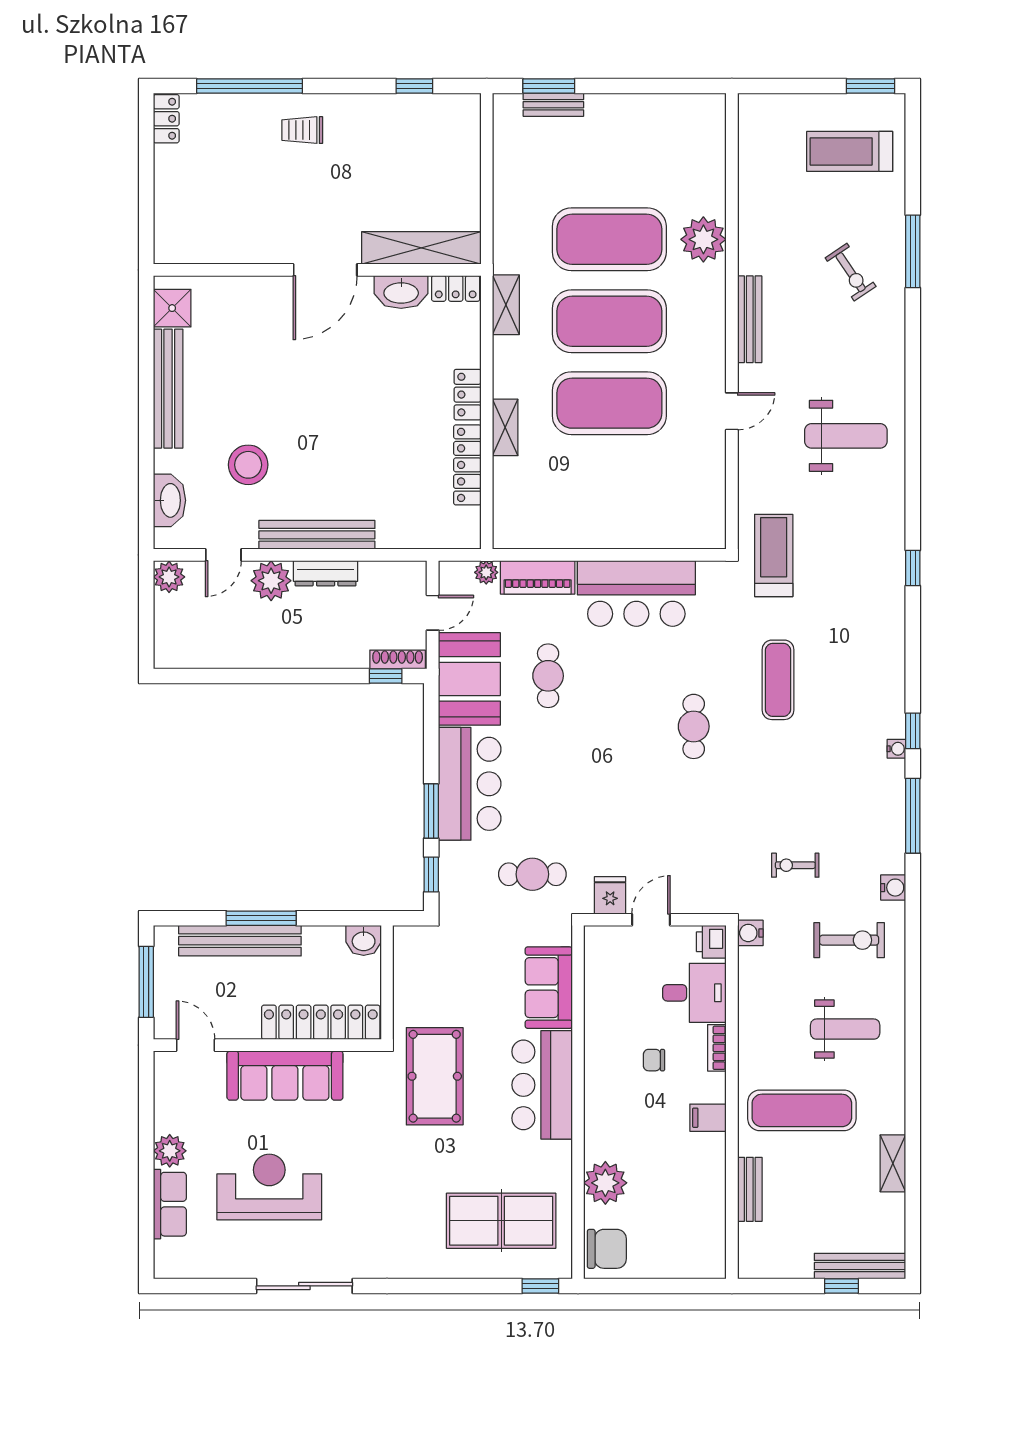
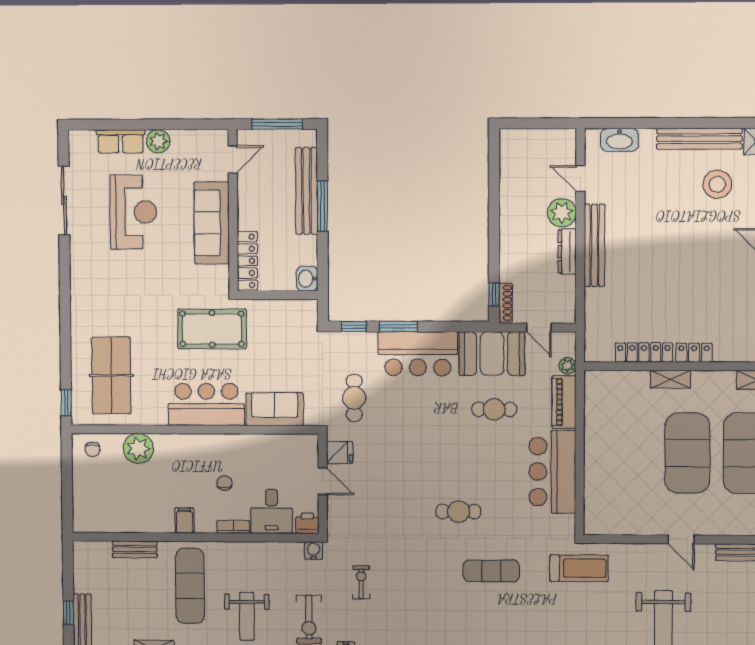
stool: (248, 465) -> (717, 184), moved
plant: (169, 577) -> (565, 140), removed
locker: (321, 1022) -> (247, 261), width x0.71, depth x0.83
chair: (607, 1249) -> (92, 449), width x0.54, depth x0.54
sliding door: (304, 1286) -> (64, 201), moved

